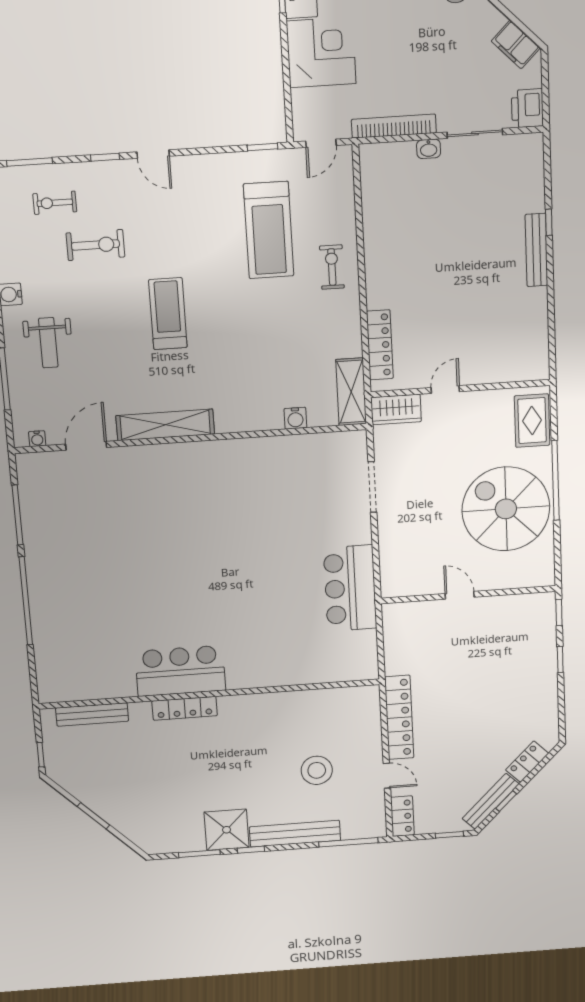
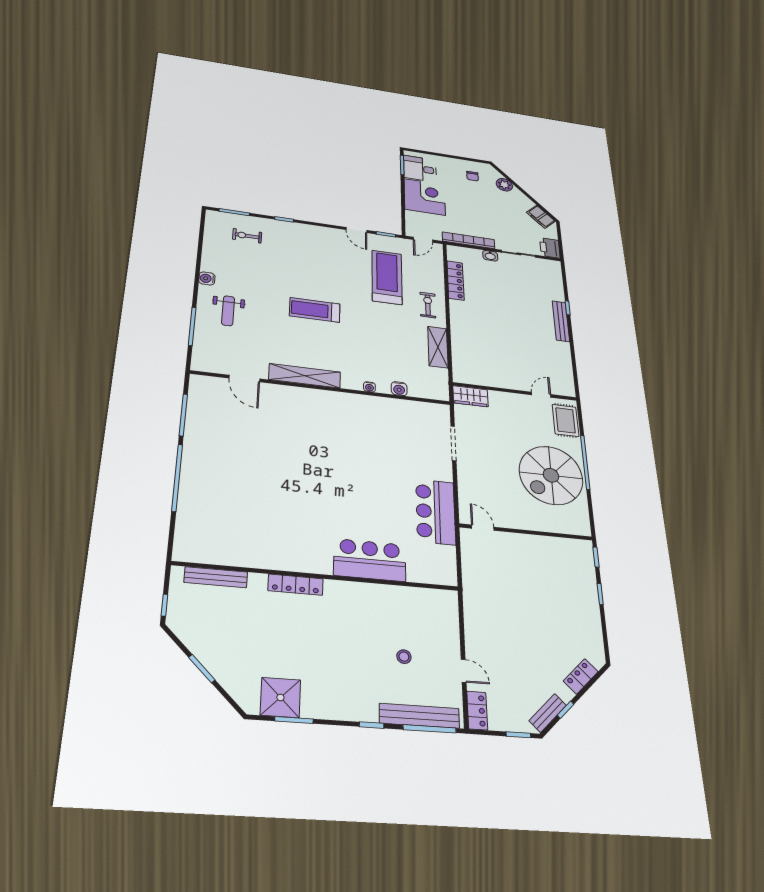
door: (153, 154) -> (356, 230), moved
treadmill: (269, 230) -> (387, 277), turned 180
exercise bike: (95, 245) -> (271, 263), removed
treadmill: (168, 314) -> (315, 310), turned -90
locker: (380, 345) -> (456, 281), moved
door: (445, 390) -> (541, 395), moved
shelving: (351, 392) -> (438, 347), moved
water cooler: (37, 439) -> (369, 387), moved
door: (86, 446) -> (244, 379), swing flipped
spiral stairs: (506, 509) -> (551, 475), turned -90
door: (460, 595) -> (483, 528), moved
bar counter: (180, 671) -> (370, 560), moved
locker: (399, 717) -> (474, 621), removed
stool: (317, 770) -> (404, 657), width x0.53, depth x0.53
bench: (491, 801) -> (548, 713), width x0.73
shower: (227, 830) -> (280, 697), moved
bench: (295, 834) -> (420, 716), moved
window: (251, 850) -> (372, 725), moved

